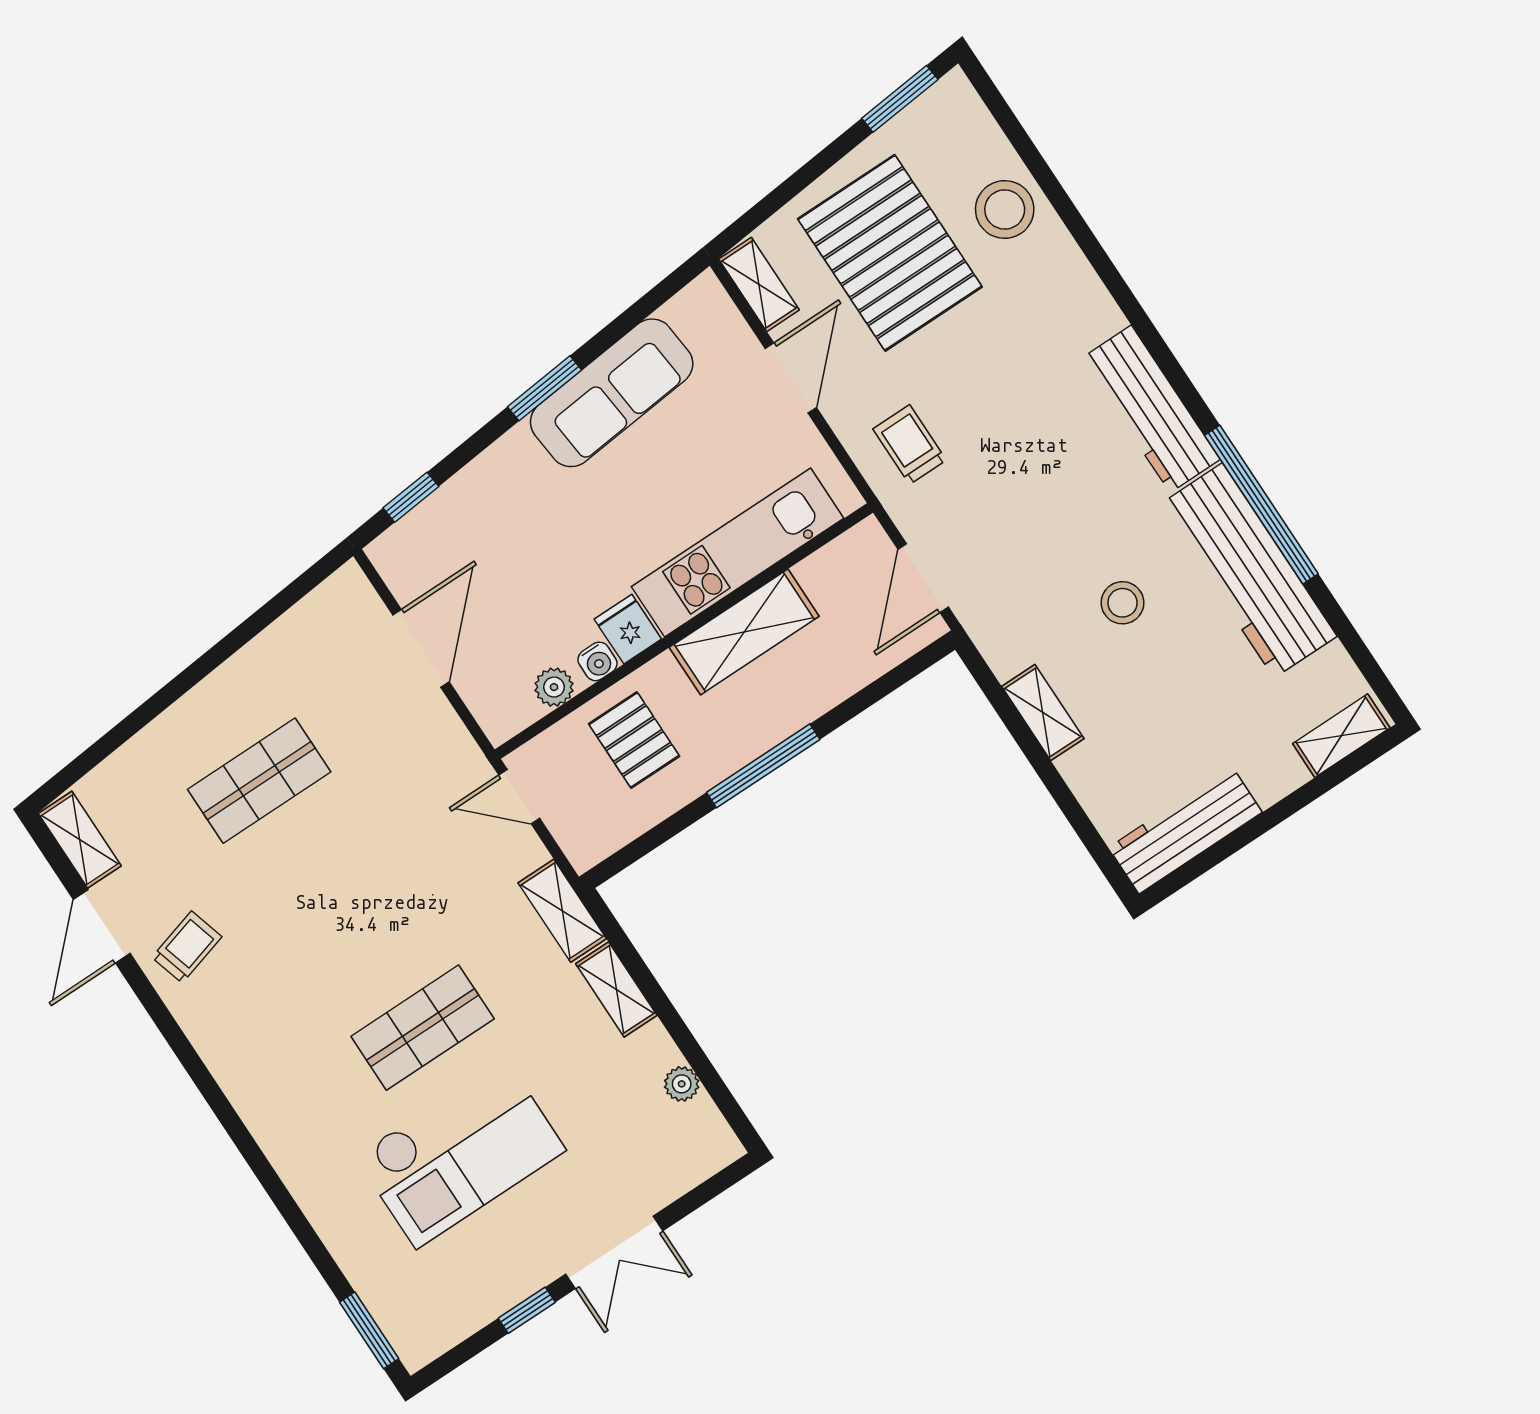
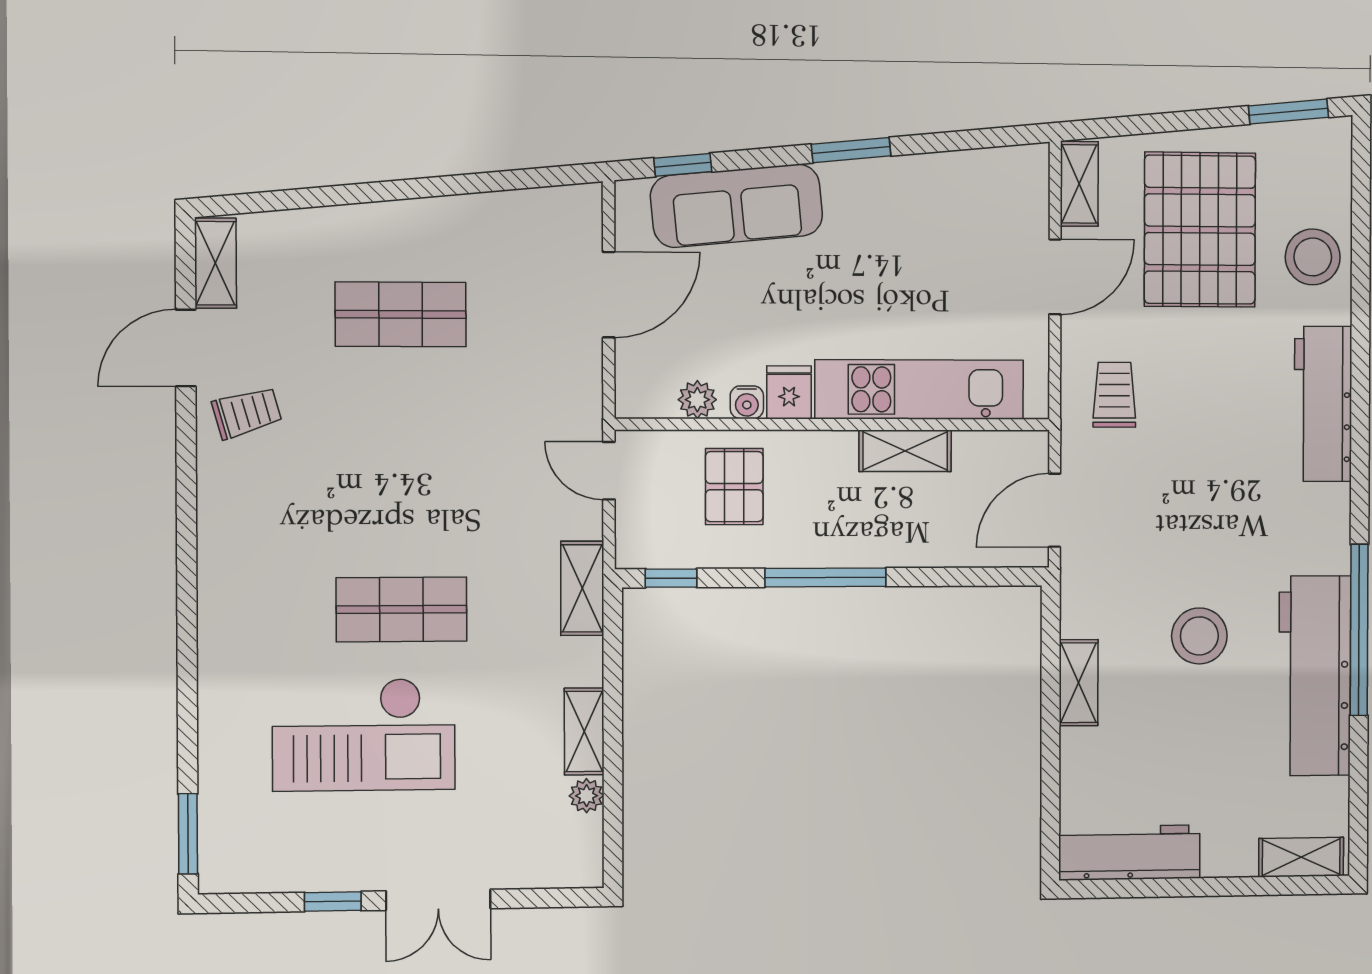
sofa: (612, 393) -> (737, 206), moved
workbench: (1151, 409) -> (1323, 404), moved
stool: (1122, 603) -> (1199, 636), width x1.38, depth x1.38
shelving: (744, 632) -> (905, 451), width x0.67, depth x0.75
window: (632, 853) -> (671, 578), added
shelving: (616, 989) -> (584, 731), moved

